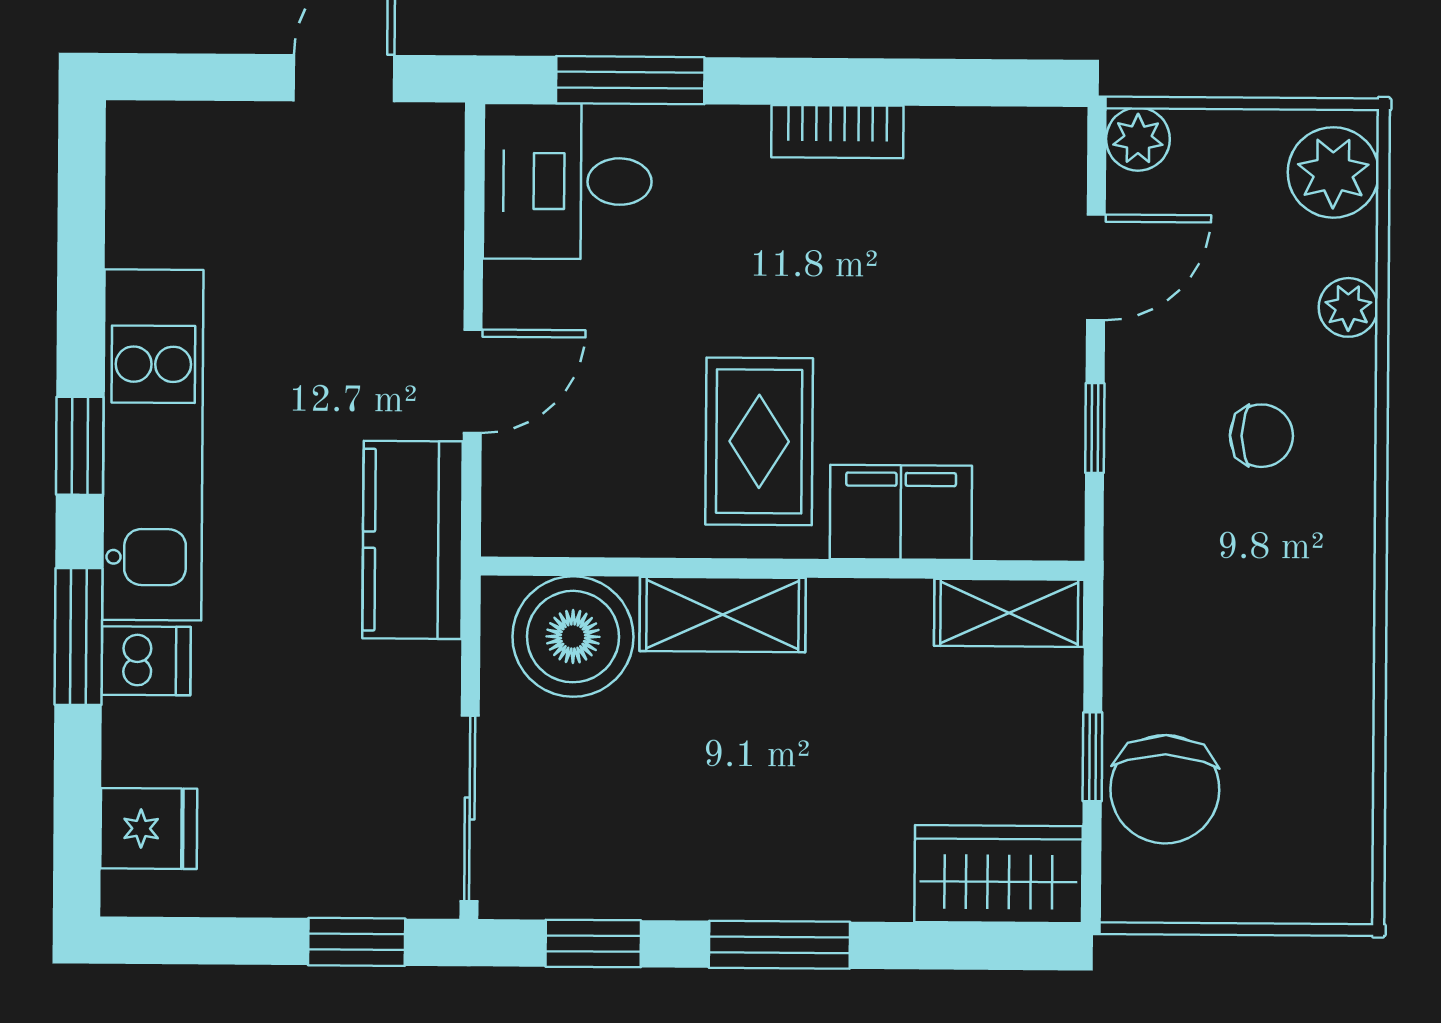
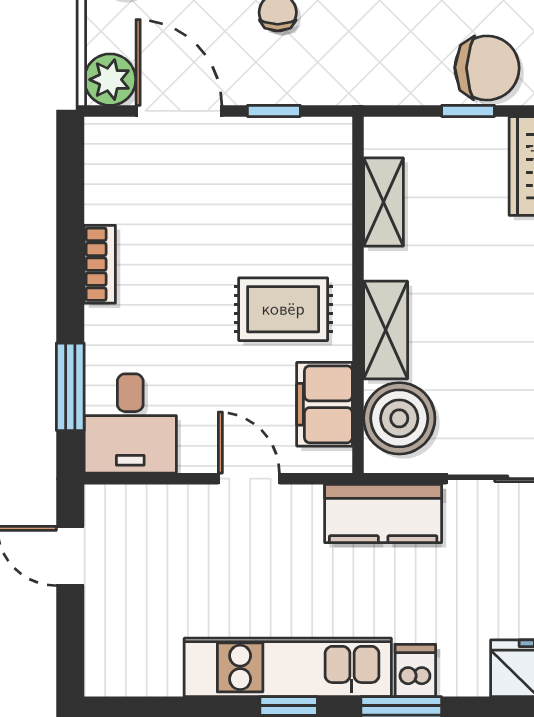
plant: (1138, 139) -> (110, 80), width x1.38, depth x1.38
door: (1096, 267) -> (179, 111), width x1.38
filing cabinet: (901, 512) -> (325, 404), moved
kitchen counter: (413, 540) -> (383, 514), moved
shelving: (1009, 613) -> (383, 202), moved

